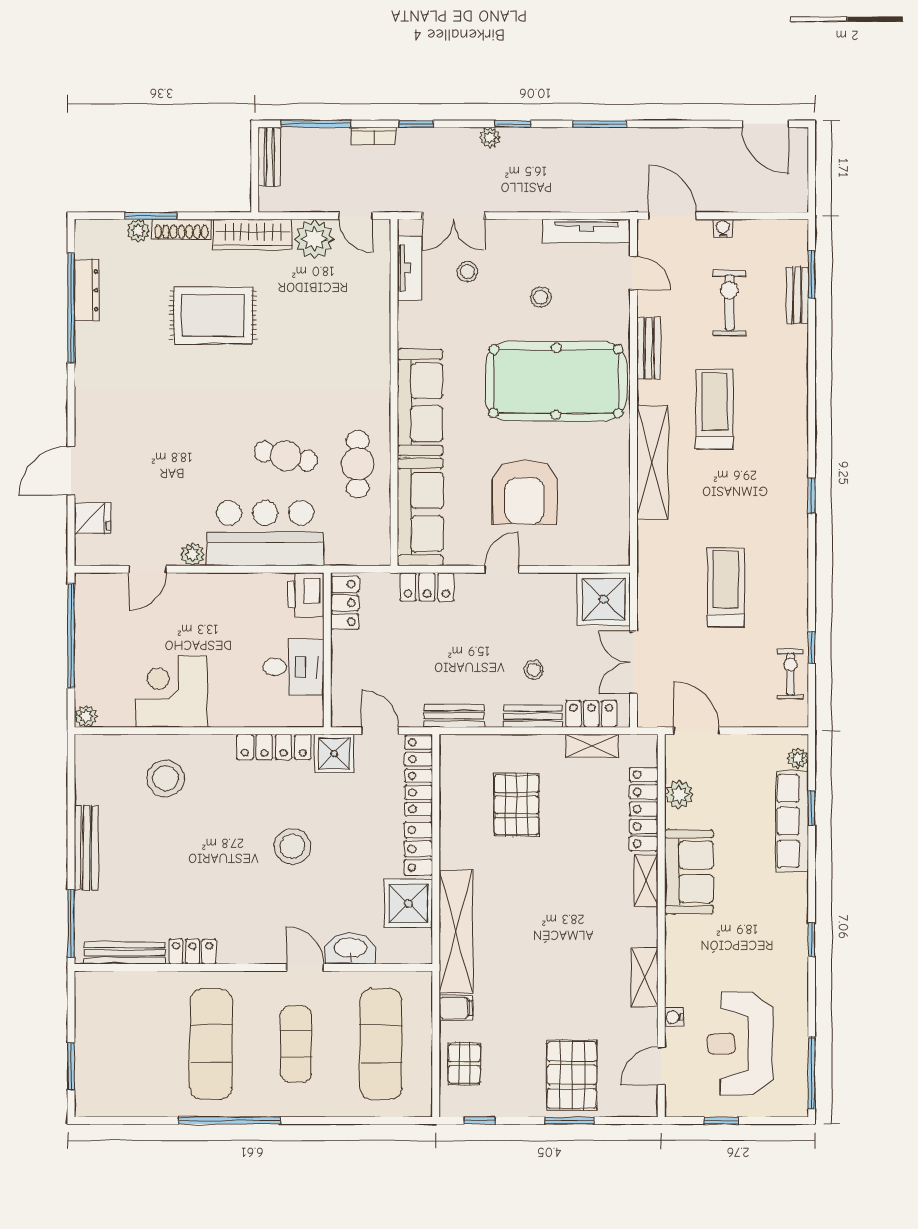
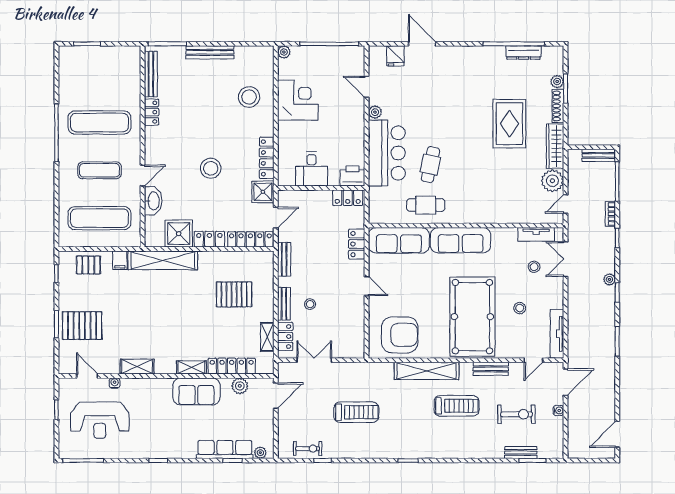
armchair: (525, 492) -> (400, 335), moved, turned 180
shower: (604, 599) -> (350, 343), removed
reception desk: (740, 1044) -> (100, 420), turned 180

